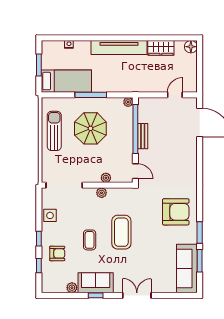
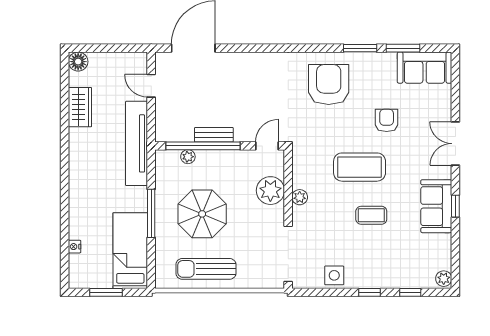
tv unit: (119, 47) -> (137, 143), moved, turned 180
plant: (128, 102) -> (188, 157), moved
plant: (106, 178) -> (270, 191), width x1.88, depth x1.88
armchair: (57, 253) -> (387, 120), moved
sofa: (187, 269) -> (425, 68), width x0.73
plant: (72, 288) -> (444, 279), moved

